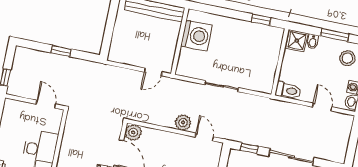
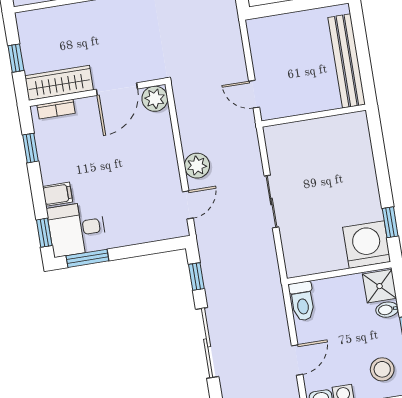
washing machine: (196, 36) -> (367, 245), moved, turned 180

